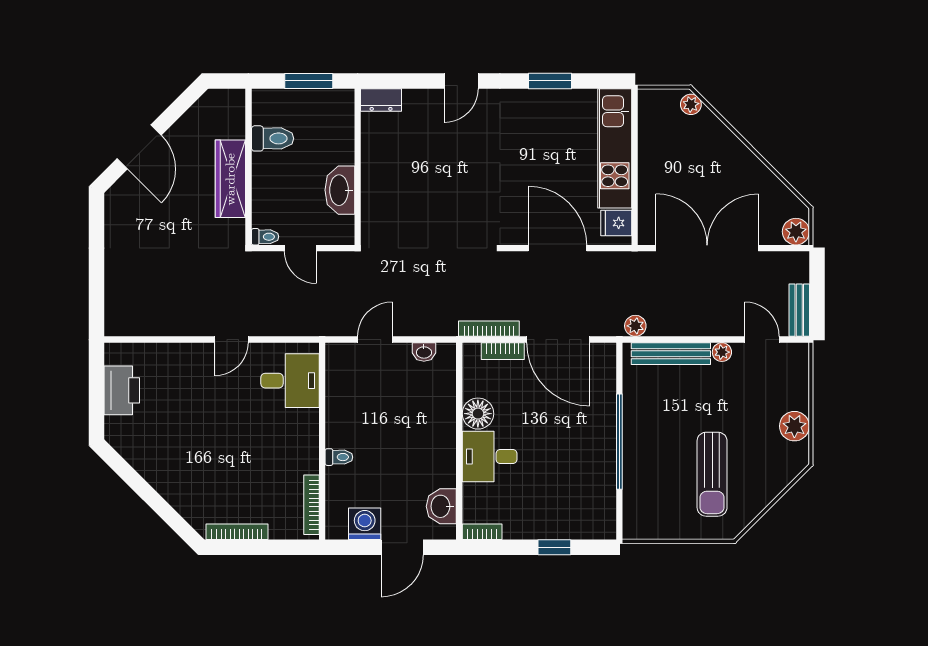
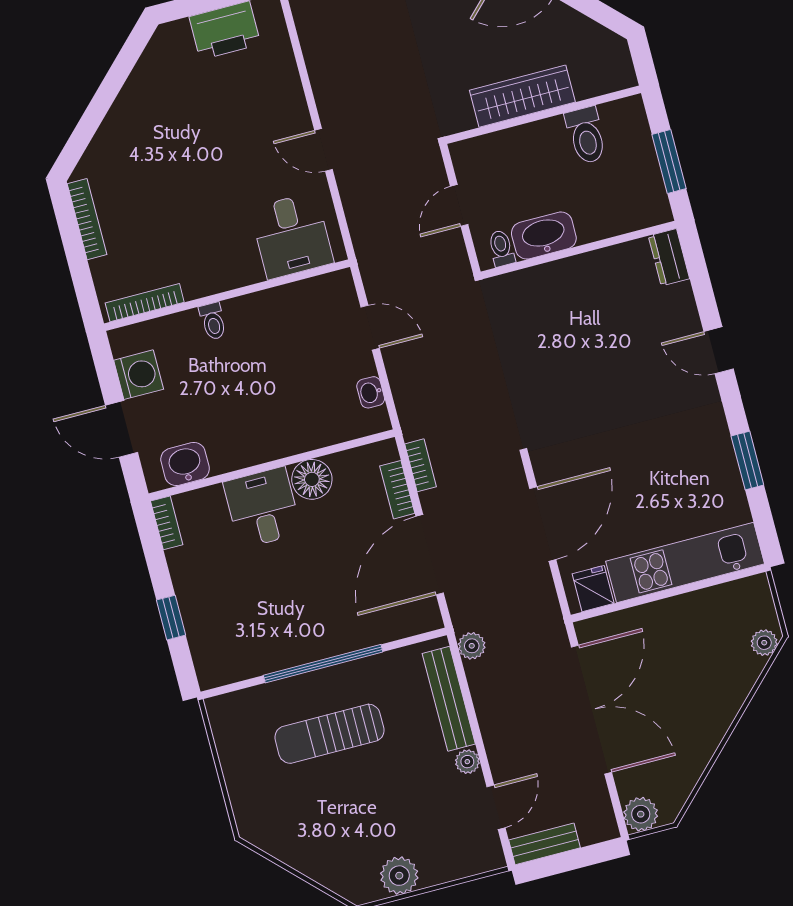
toilet: (265, 237) -> (501, 248), moved, turned 180
bookcase: (489, 329) -> (421, 465), width x0.64
sun lounger: (712, 474) -> (329, 734), moved

